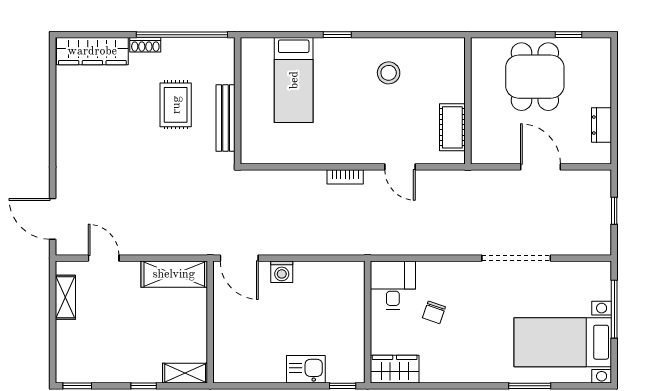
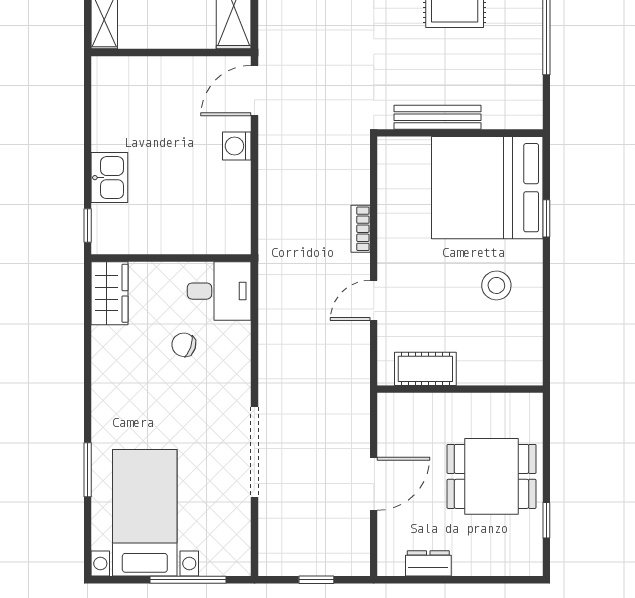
bed: (294, 80) -> (487, 188), width x2.04
wall: (238, 101) -> (460, 133), moved
bench: (225, 118) -> (437, 117), moved

